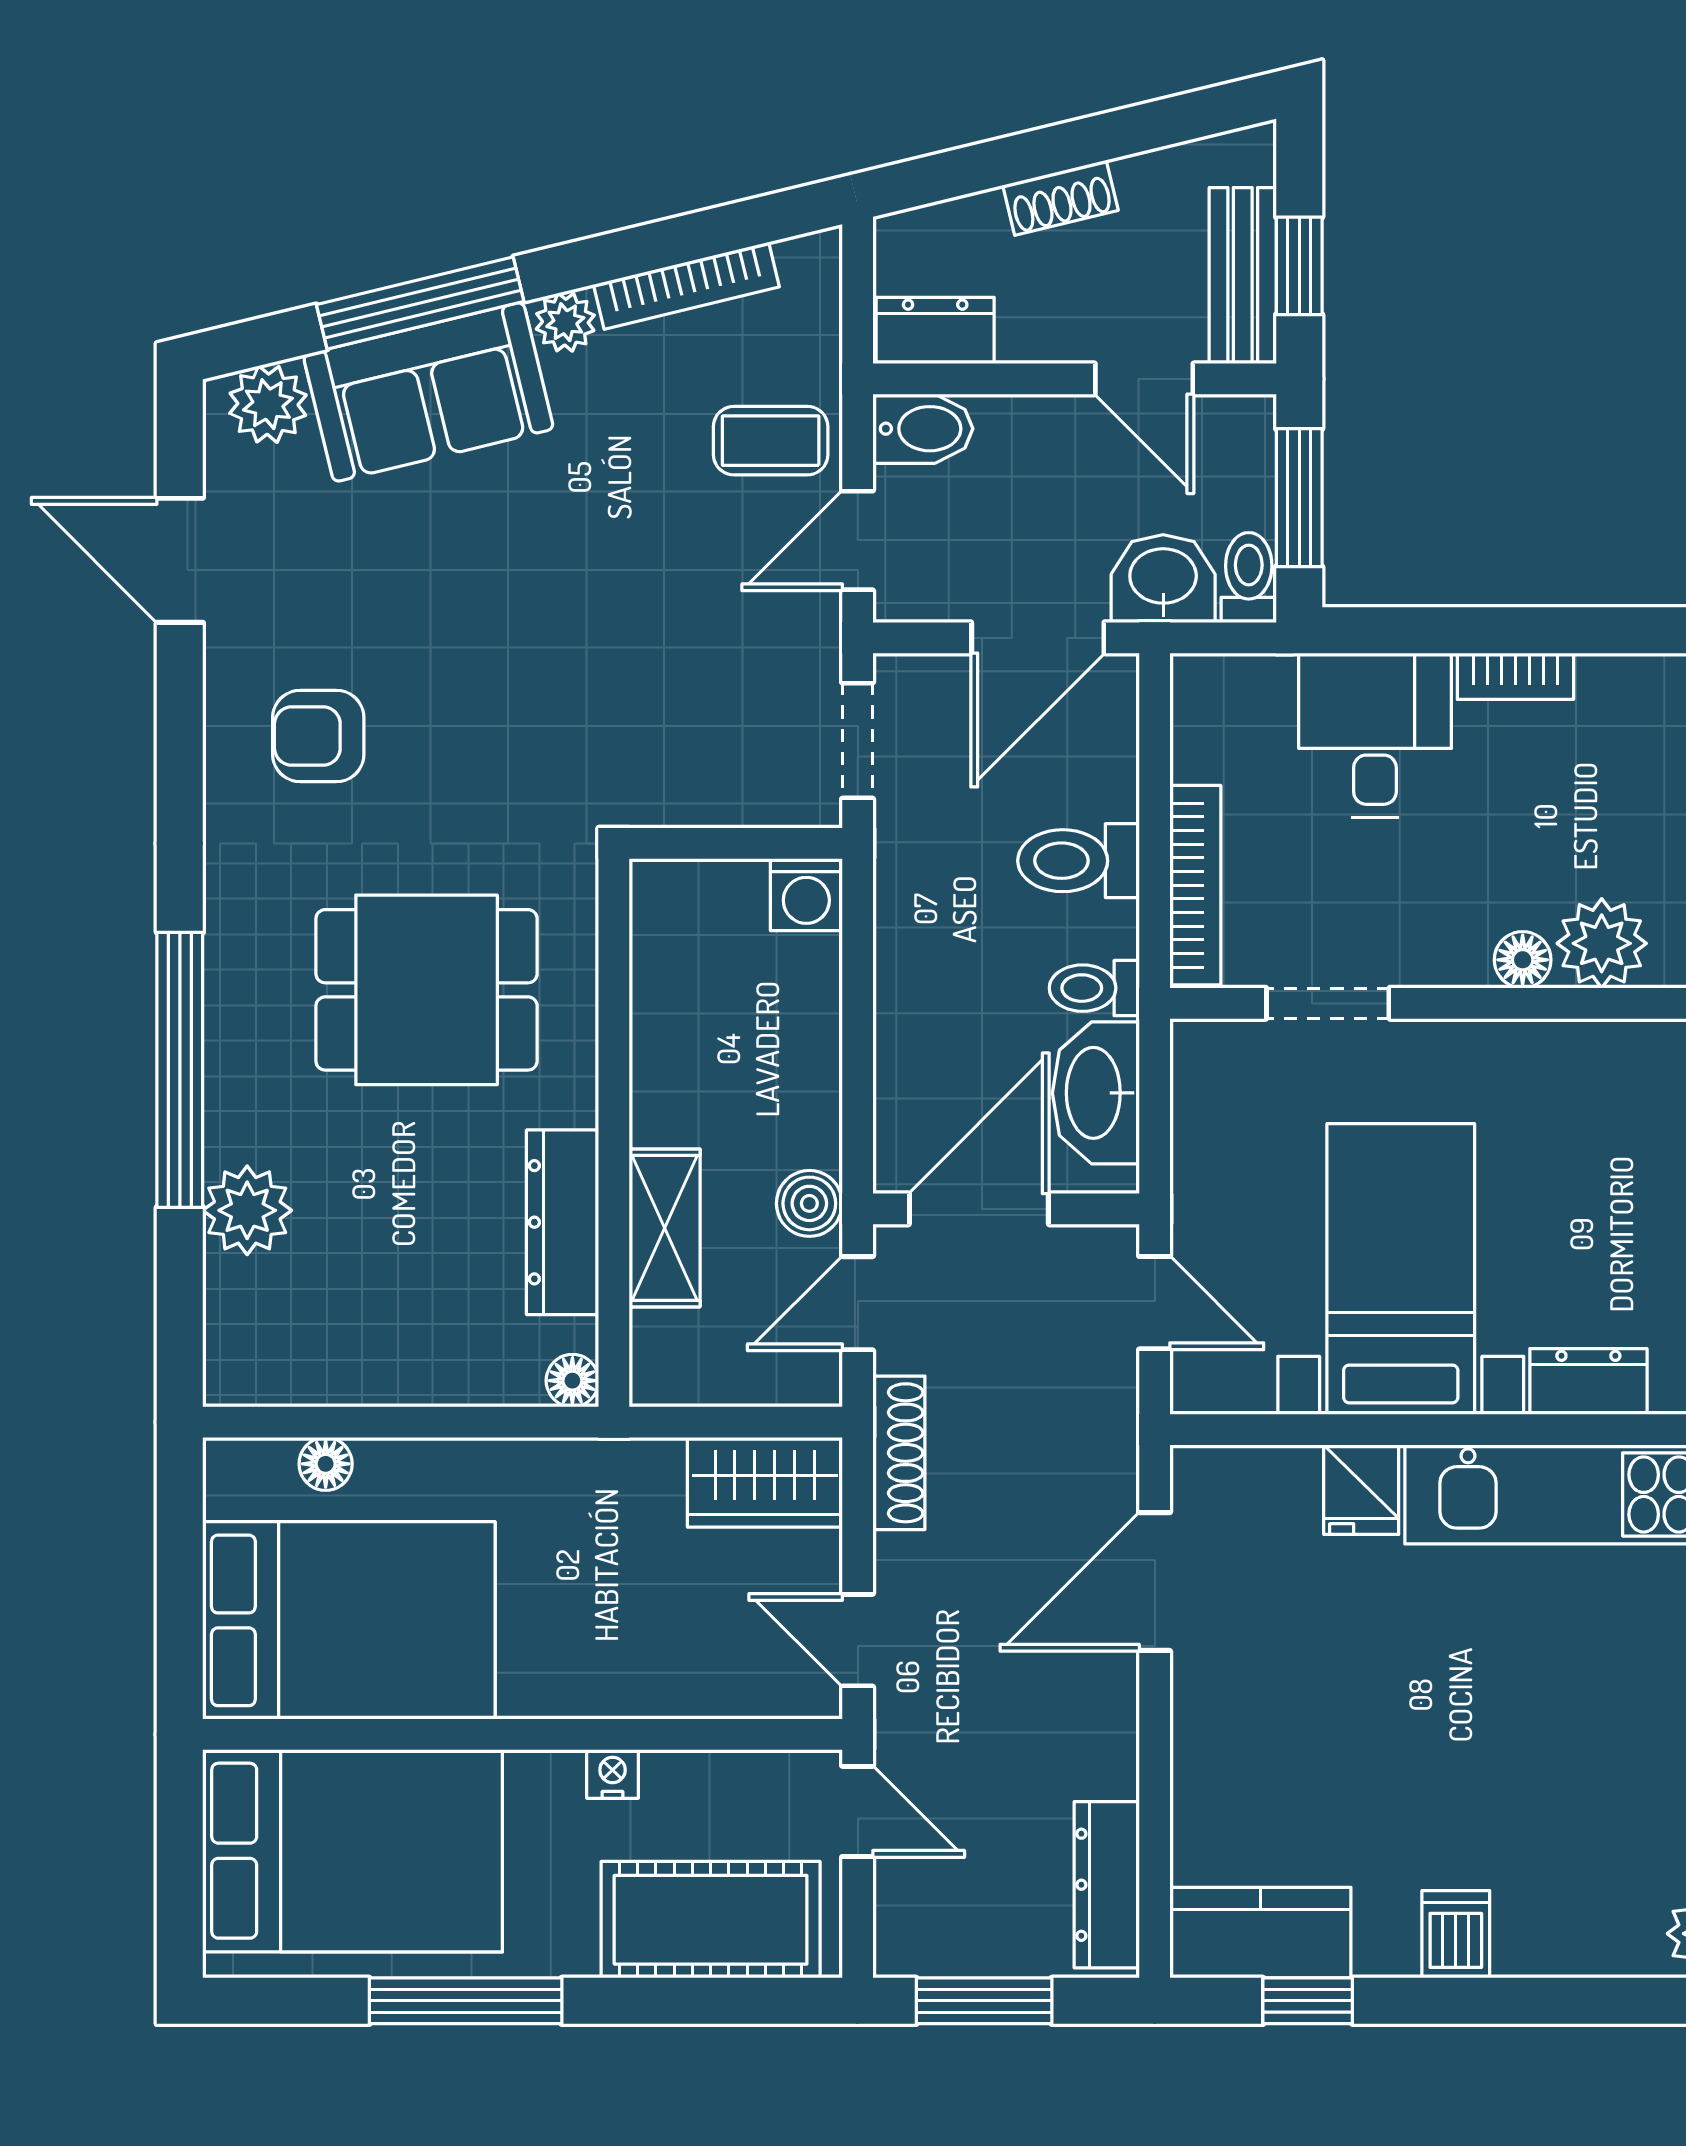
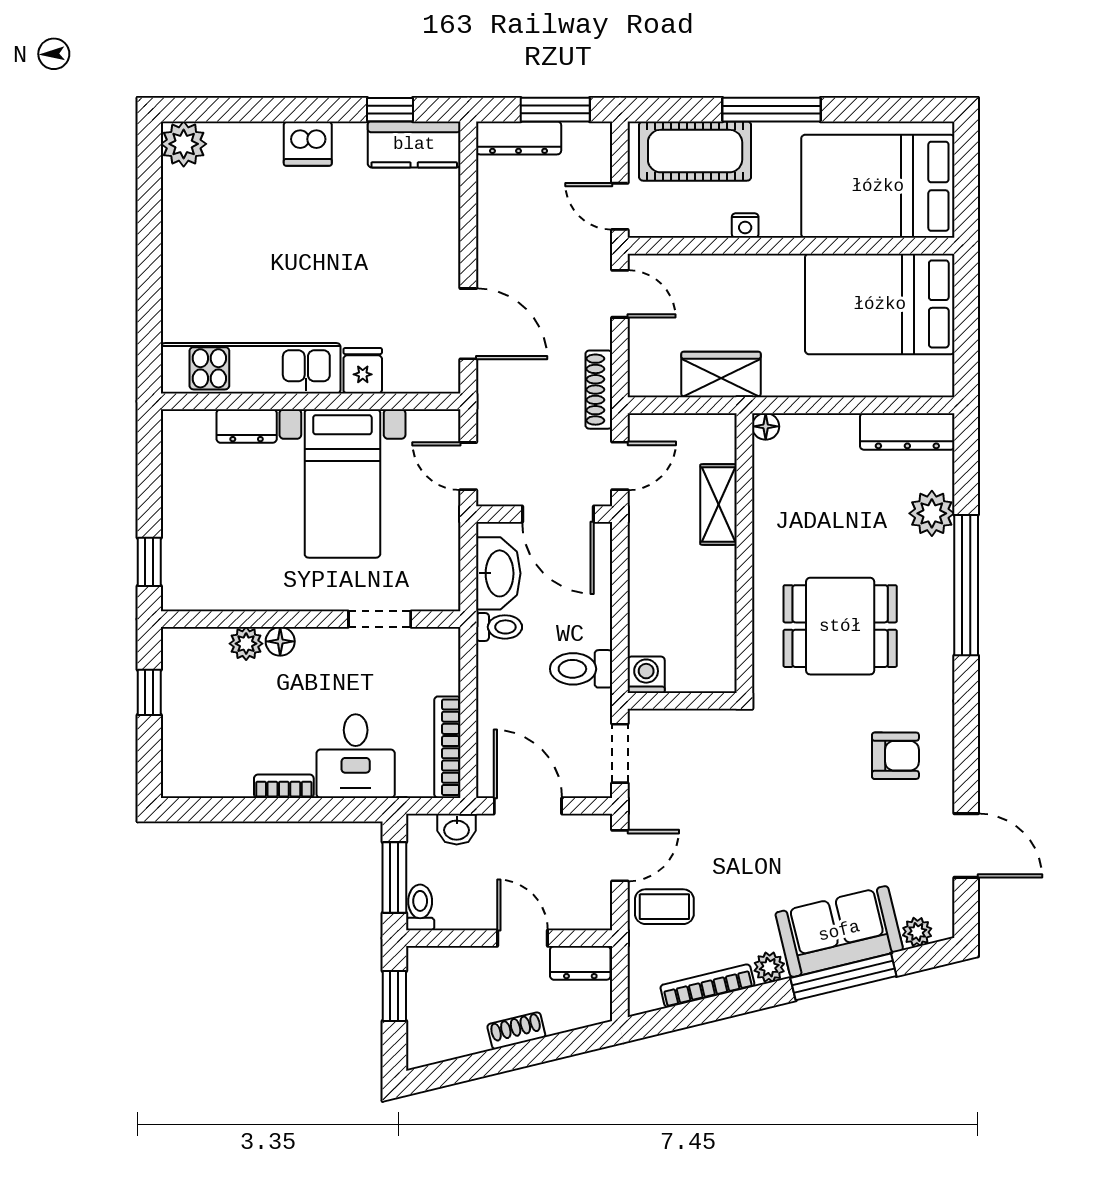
bench: (1243, 276) -> (423, 991), removed
door: (1144, 379) -> (523, 938), moved
plant: (268, 404) -> (917, 932), width x0.73, depth x0.73
bidet: (923, 429) -> (587, 913), removed
toilet: (1249, 578) -> (420, 907), moved, turned 180
washbasin: (1163, 579) -> (457, 829), width x0.72, depth x0.69
door: (1038, 638) -> (528, 806), hinge flipped
toilet: (1079, 861) -> (581, 669), moved, turned 180
bookcase: (1195, 885) -> (447, 747), moved
plant: (1602, 943) -> (246, 644), width x0.73, depth x0.73
boiler: (809, 1203) -> (645, 517), removed
door: (979, 1209) -> (558, 514), hinge flipped
dresser: (563, 1222) -> (907, 431), moved, turned 90
floor lamp: (326, 1464) -> (892, 384), removed
wardrobe: (765, 1482) -> (721, 375), moved
door: (1155, 1582) -> (468, 324), hinge flipped
dresser: (1107, 1885) -> (519, 138), moved, turned 90
dishwasher: (1456, 1934) -> (308, 144), width x1.38
window: (466, 2001) -> (772, 110), moved

